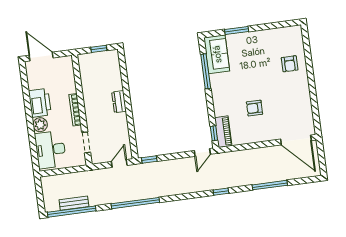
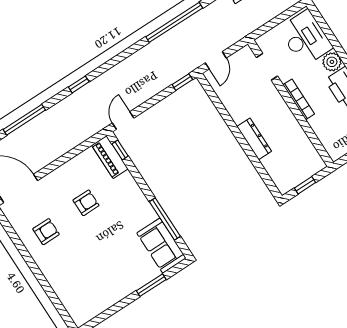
armchair: (290, 64) -> (46, 232), moved, turned 90
dresser: (119, 102) -> (254, 139), width x1.44

